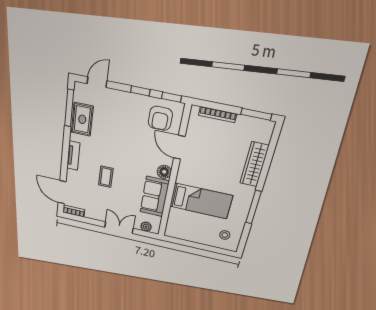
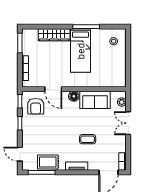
armchair: (160, 118) -> (36, 106), turned 90
door: (179, 147) -> (53, 89), hinge flipped
bed: (201, 201) -> (81, 51), moved, turned 180

